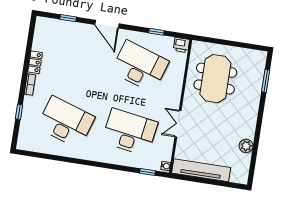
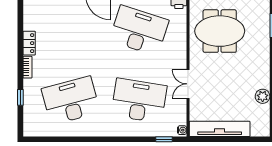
meeting table: (215, 79) -> (220, 31), turned 90
desk: (66, 122) -> (71, 101), turned -33

